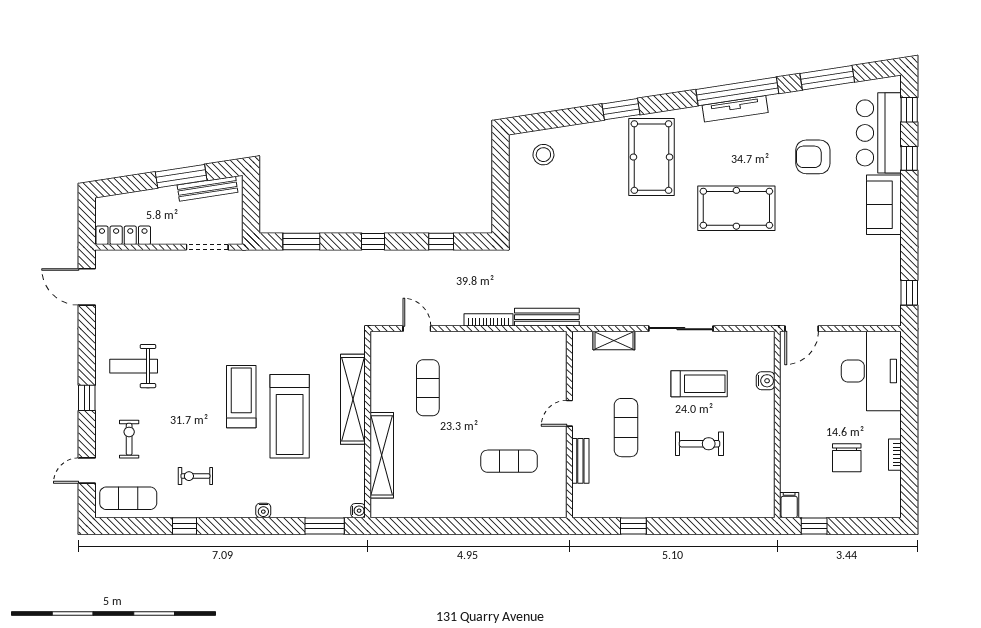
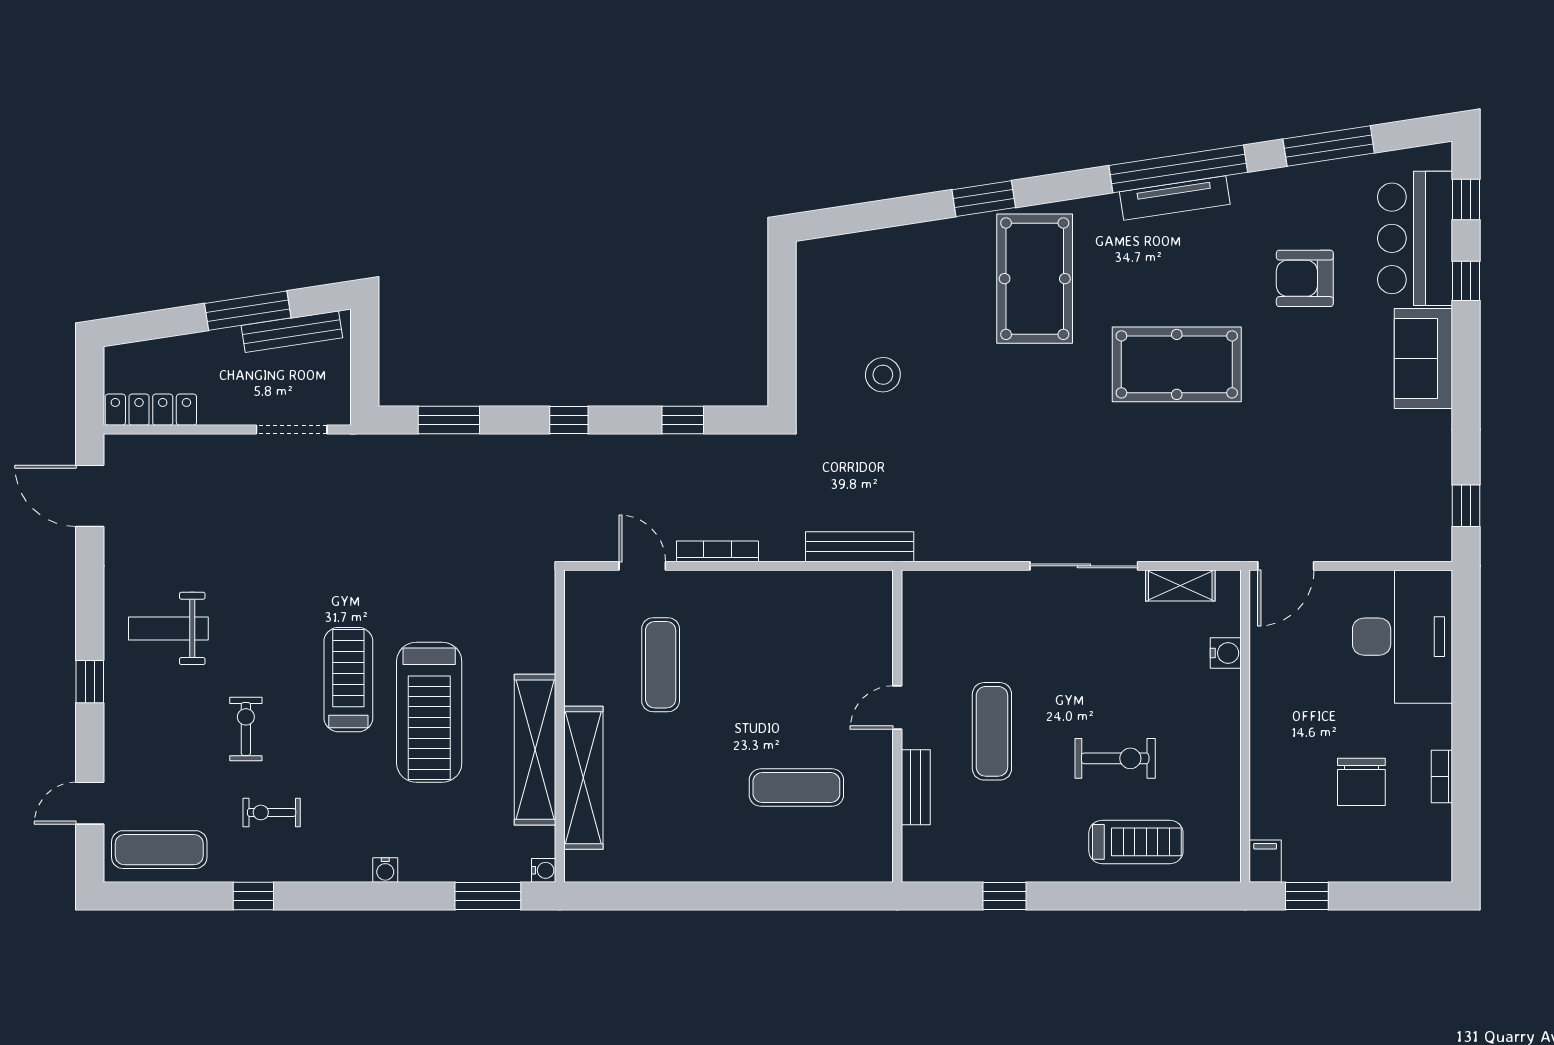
stool: (543, 155) -> (883, 375), moved
bookcase: (489, 320) -> (718, 551), moved
shelving: (614, 340) -> (1180, 586), moved
treadmill: (699, 384) -> (1136, 842), moved
shelving: (353, 399) -> (535, 750), moved
exercise bike: (129, 439) -> (246, 729), moved

